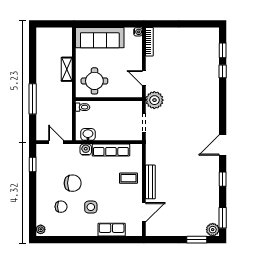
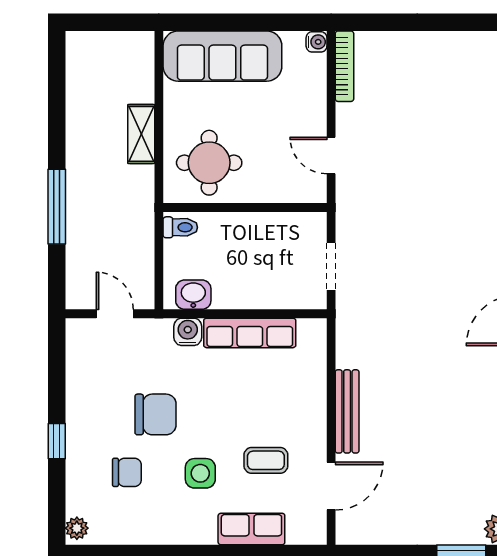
plant: (154, 100) -> (357, 210), removed
window: (33, 164) -> (57, 441), moved
coffee table: (129, 178) -> (266, 460), moved

